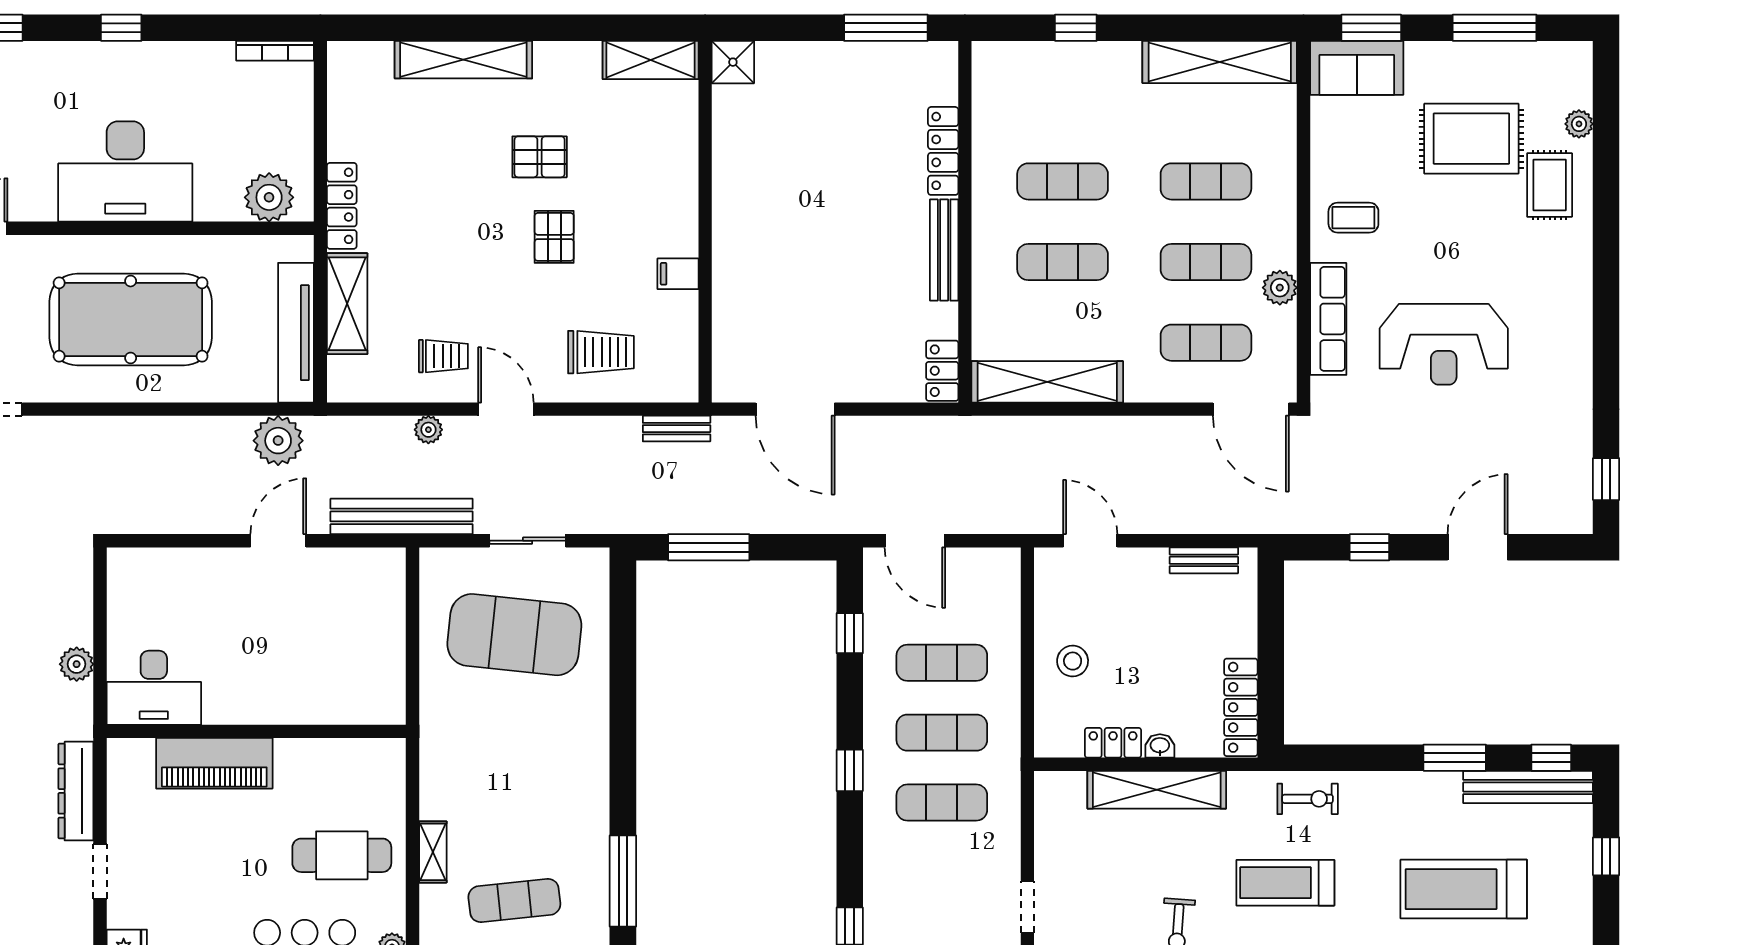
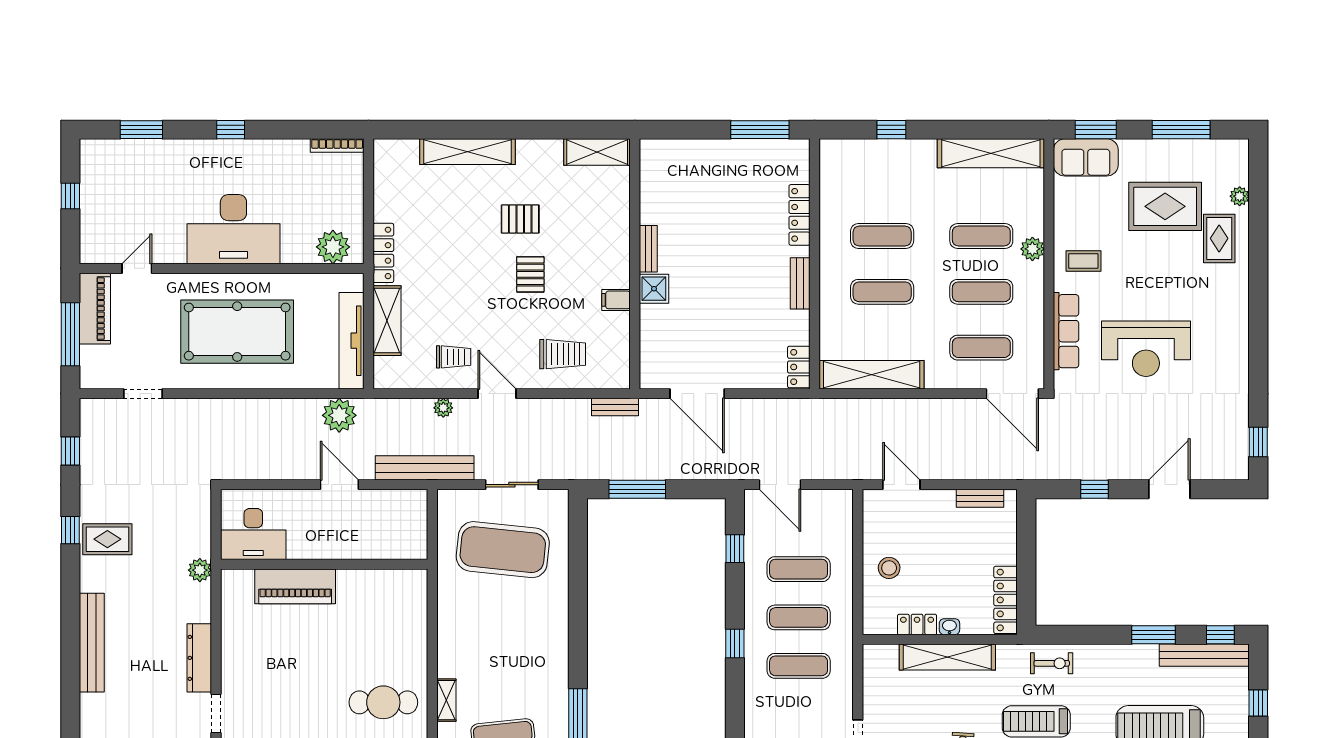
shower: (733, 62) -> (654, 289), moved
bench: (725, 200) -> (648, 249), added
bench: (944, 250) -> (800, 283), width x0.73
plant: (1280, 288) -> (1032, 249), moved
door: (278, 541) -> (339, 485), hinge flipped
desk: (154, 688) -> (253, 534), moved
wall: (256, 731) -> (324, 564), moved
piano: (214, 763) -> (295, 586), moved

